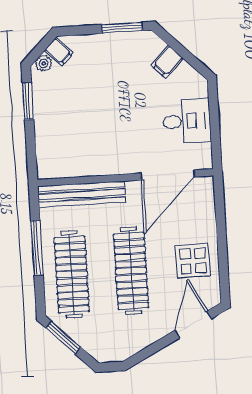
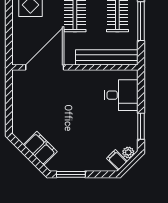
filing cabinet: (167, 62) -> (40, 148), width x2.00
desk: (187, 121) -> (121, 95), moved, turned 180

